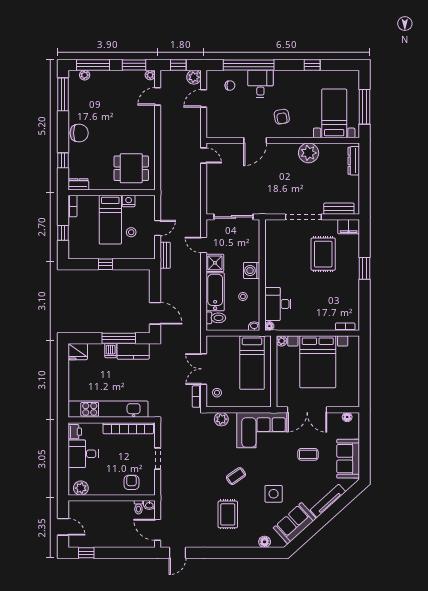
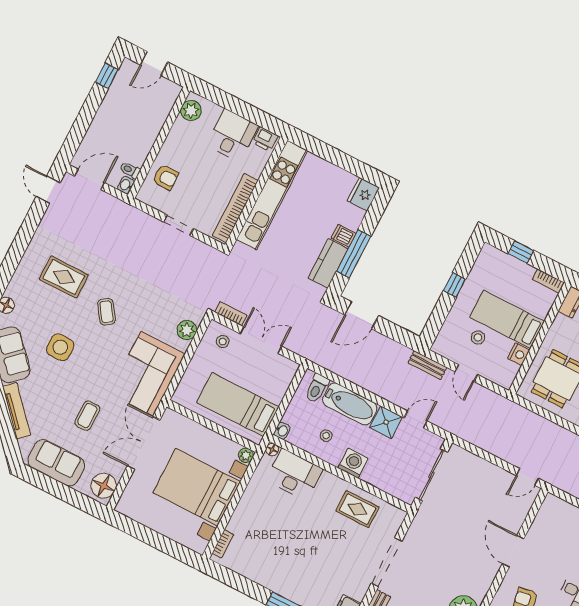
rug: (323, 254) -> (357, 509), moved, width x0.73, depth x0.70
floor lamp: (347, 417) -> (104, 486), width x1.89, depth x1.89

